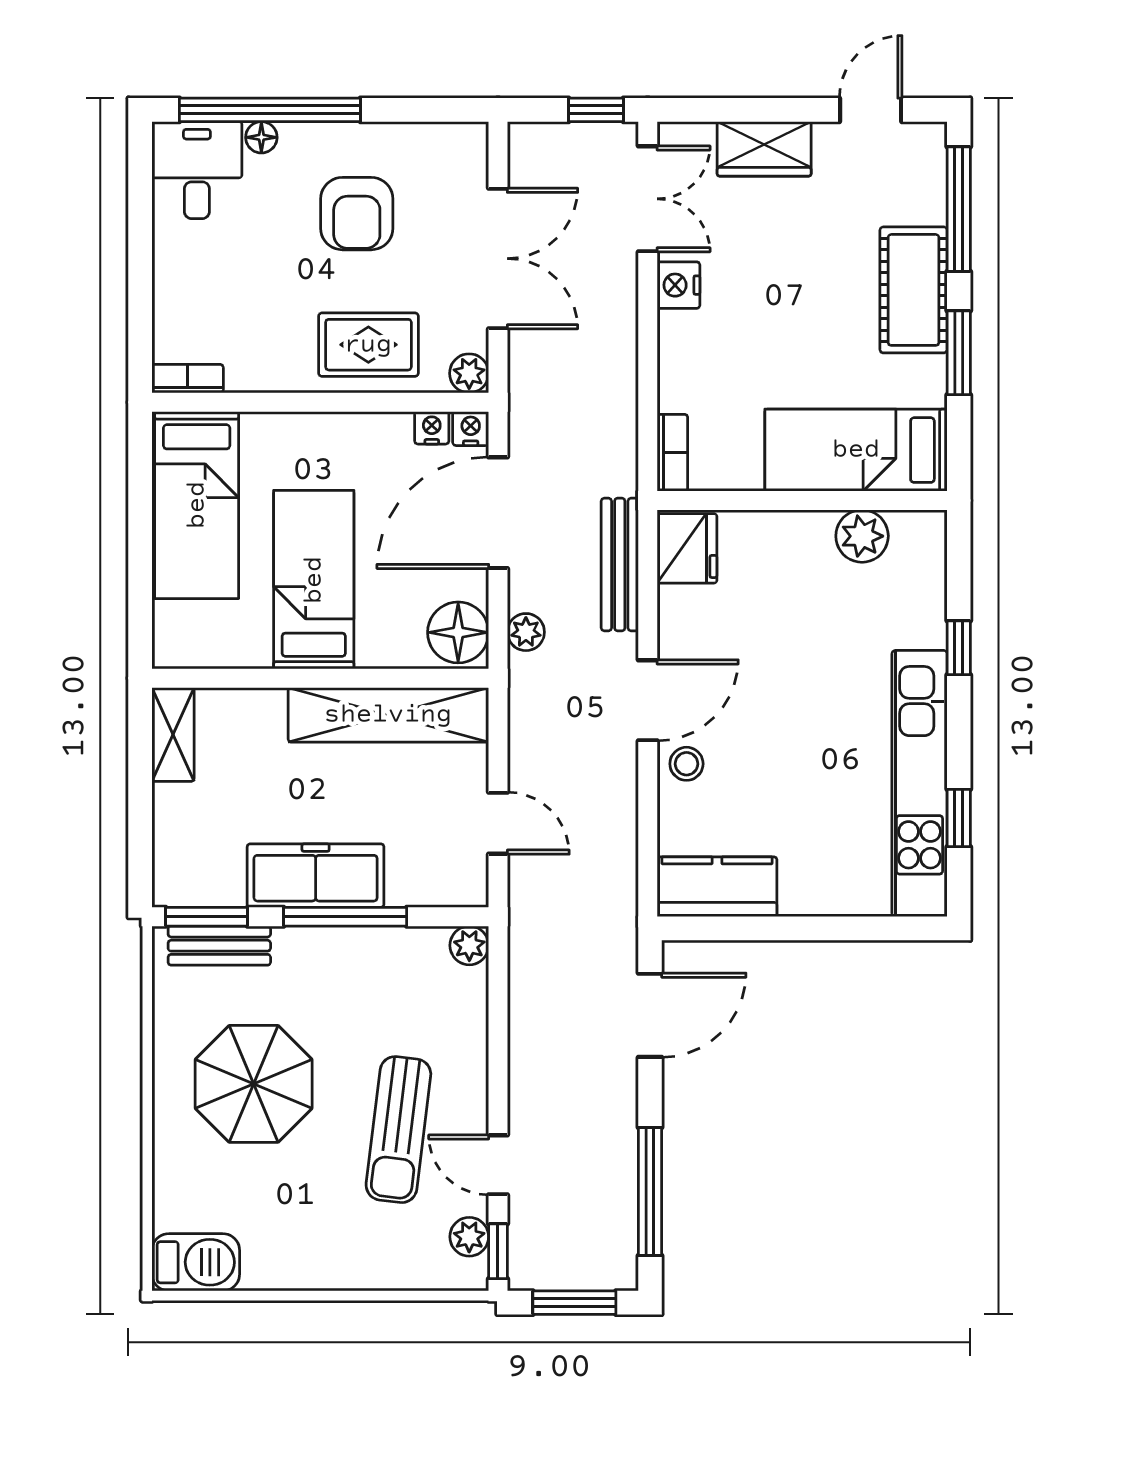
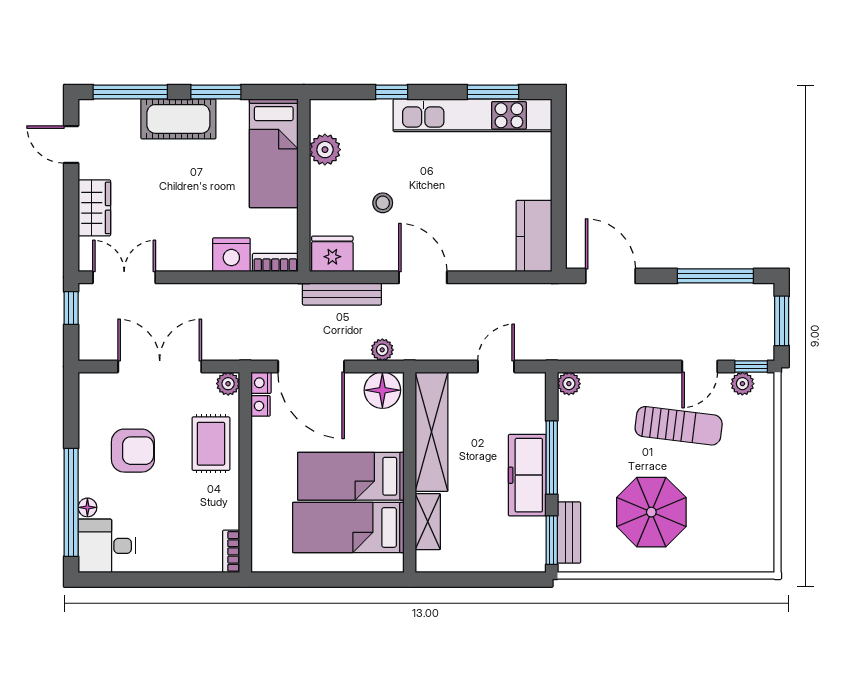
nightstand: (678, 285) -> (231, 255), moved, width x1.36, depth x1.33
bed: (197, 505) -> (348, 527), moved, turned 180
shelving: (173, 734) -> (428, 522), moved, turned 90
stool: (686, 764) -> (383, 203), moved
window: (959, 818) -> (493, 92), width x1.50
barbecue: (196, 1262) -> (758, 547), removed

